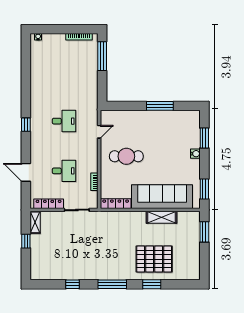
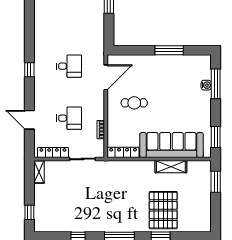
door: (99, 132) -> (106, 77), width x1.87
window: (204, 138) -> (216, 84), width x1.44
water cooler: (195, 154) -> (206, 85), moved
cafe table: (126, 156) -> (134, 103), width x0.73, depth x0.74
window: (26, 241) -> (29, 212), moved
pallet: (154, 259) -> (163, 210), turned 90

